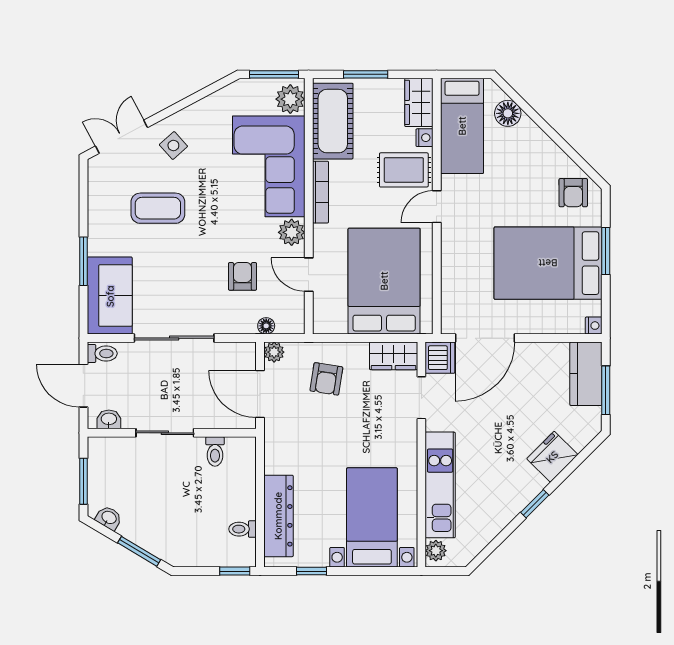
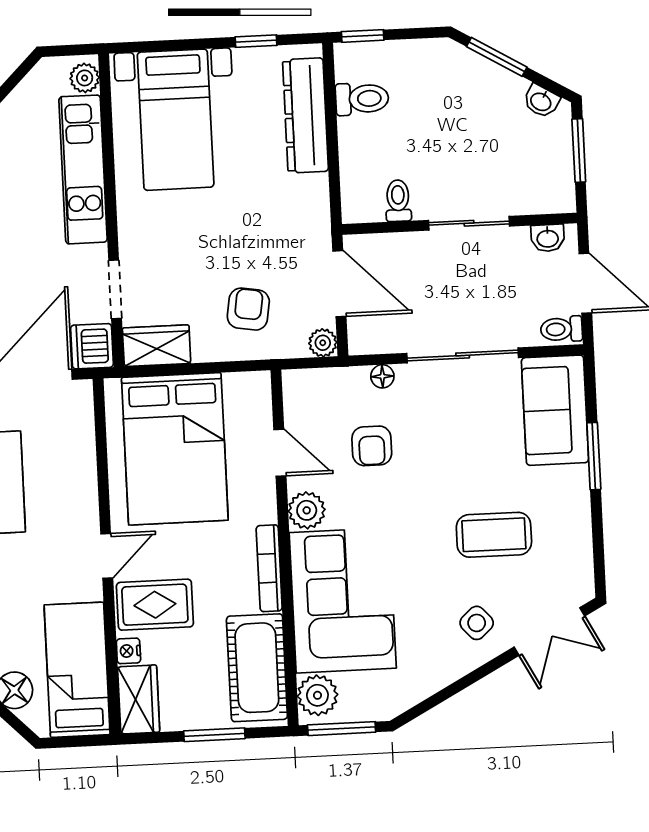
floor lamp: (266, 326) -> (382, 376), moved
toilet: (243, 529) -> (362, 99), width x1.37, depth x1.39

